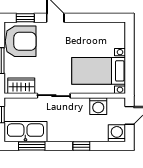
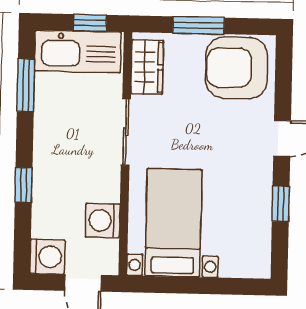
window: (25, 18) -> (281, 204), moved
armchair: (21, 41) -> (237, 68), turned 90
kitchen sink: (25, 132) -> (78, 51), moved, turned 90

